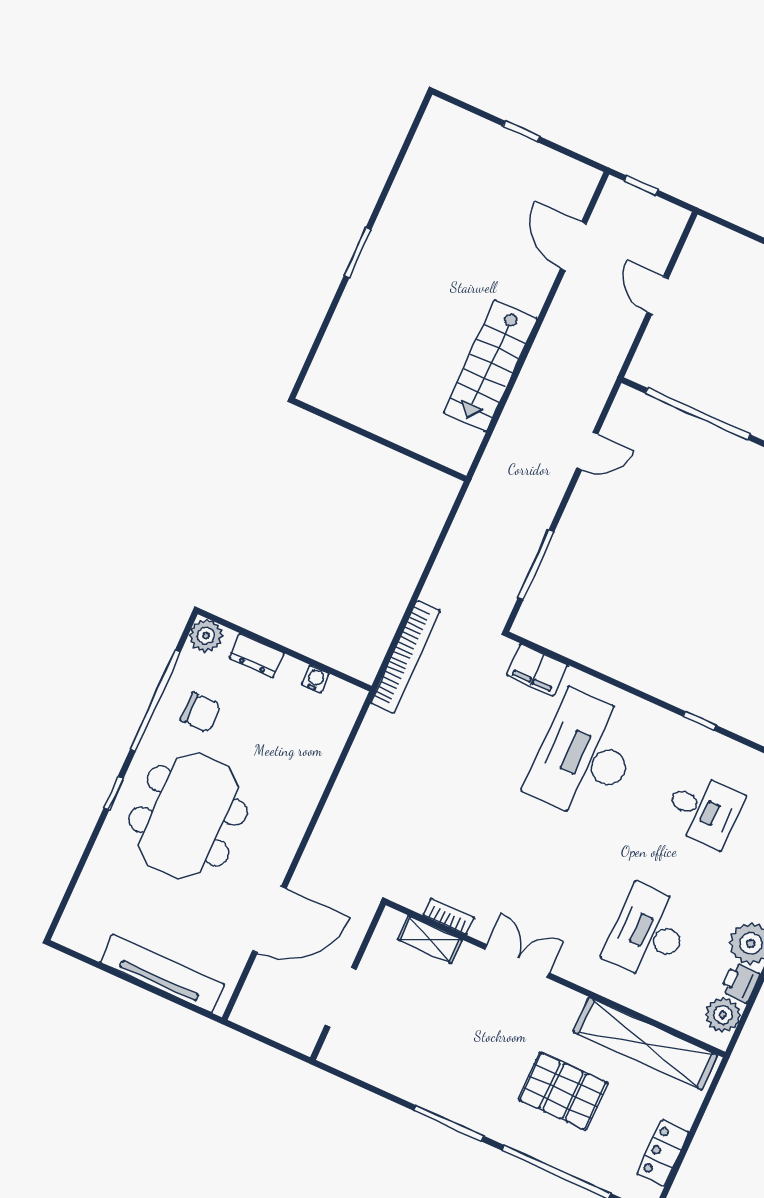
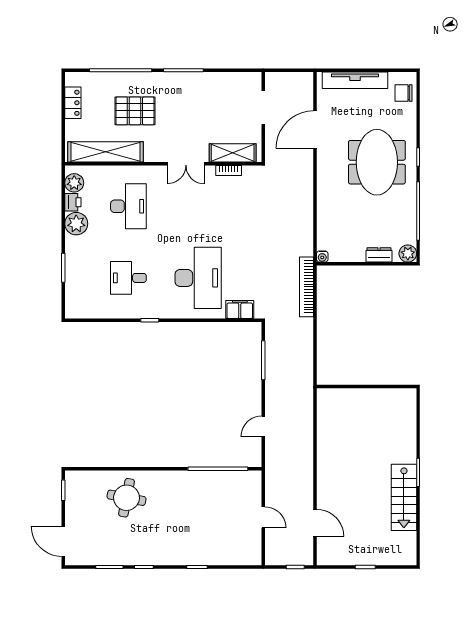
stairs: (490, 366) -> (404, 497), moved, turned 180
water cooler: (315, 679) -> (322, 257), moved
chair: (200, 712) -> (404, 93), moved
shelving: (430, 940) -> (233, 153), width x1.50, depth x1.33

